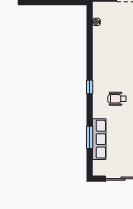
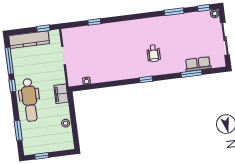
row of seats: (99, 139) -> (198, 64), width x0.68

